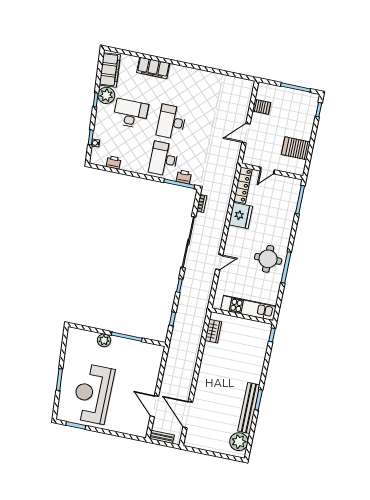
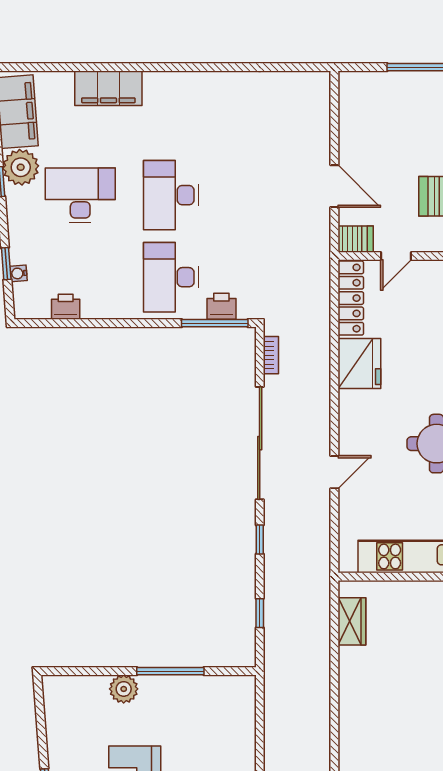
server rack: (261, 107) -> (356, 239), moved
door: (246, 133) -> (334, 186), swing flipped

